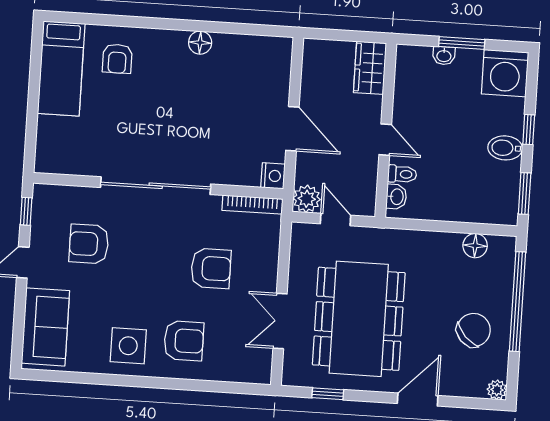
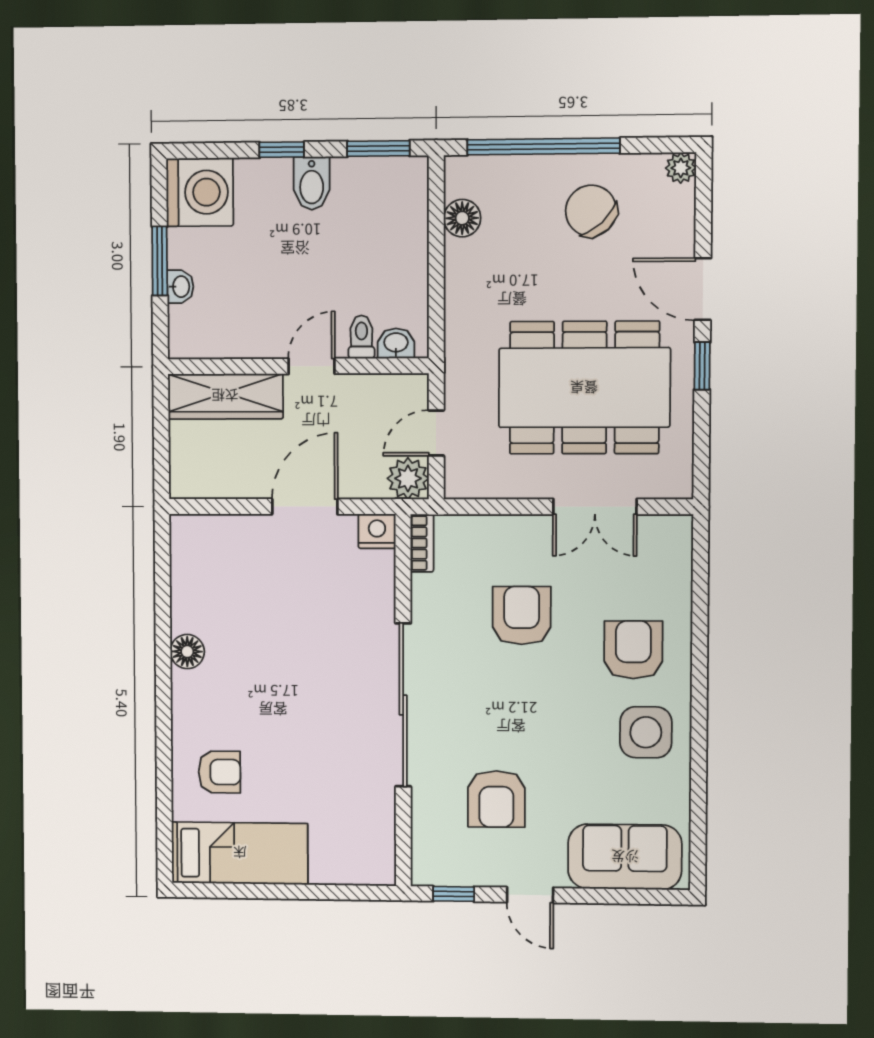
wardrobe: (370, 68) -> (225, 396), width x1.50
bookcase: (252, 205) -> (422, 543), width x0.64
window: (328, 394) -> (702, 366), moved

